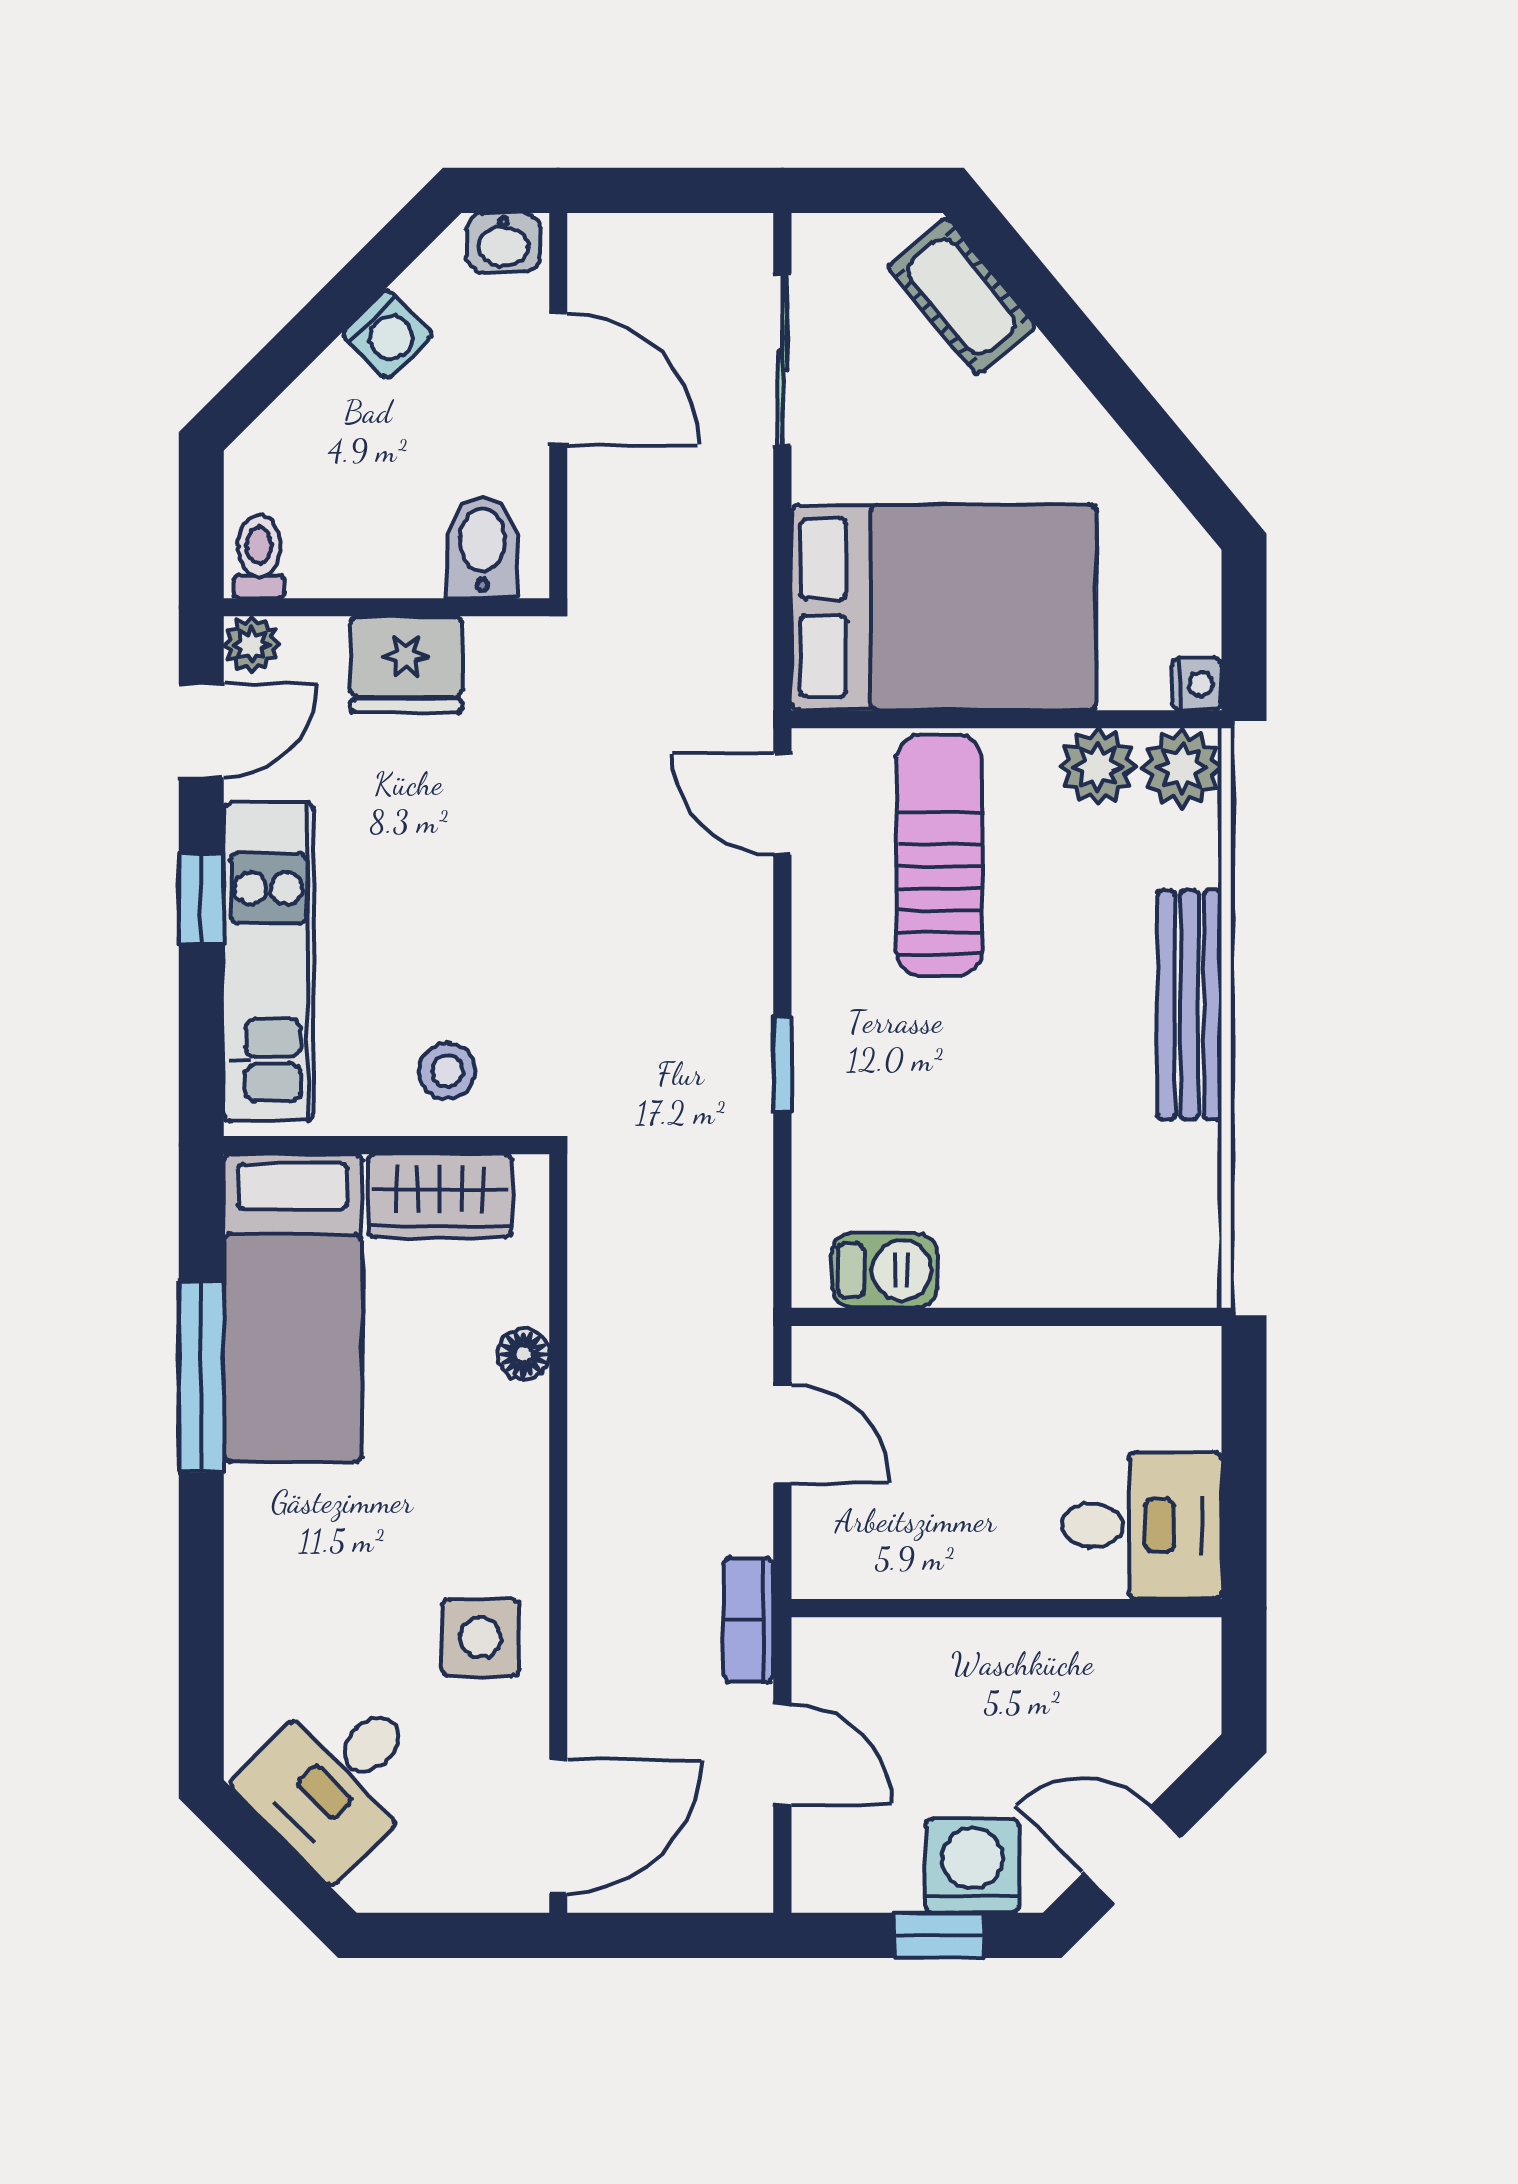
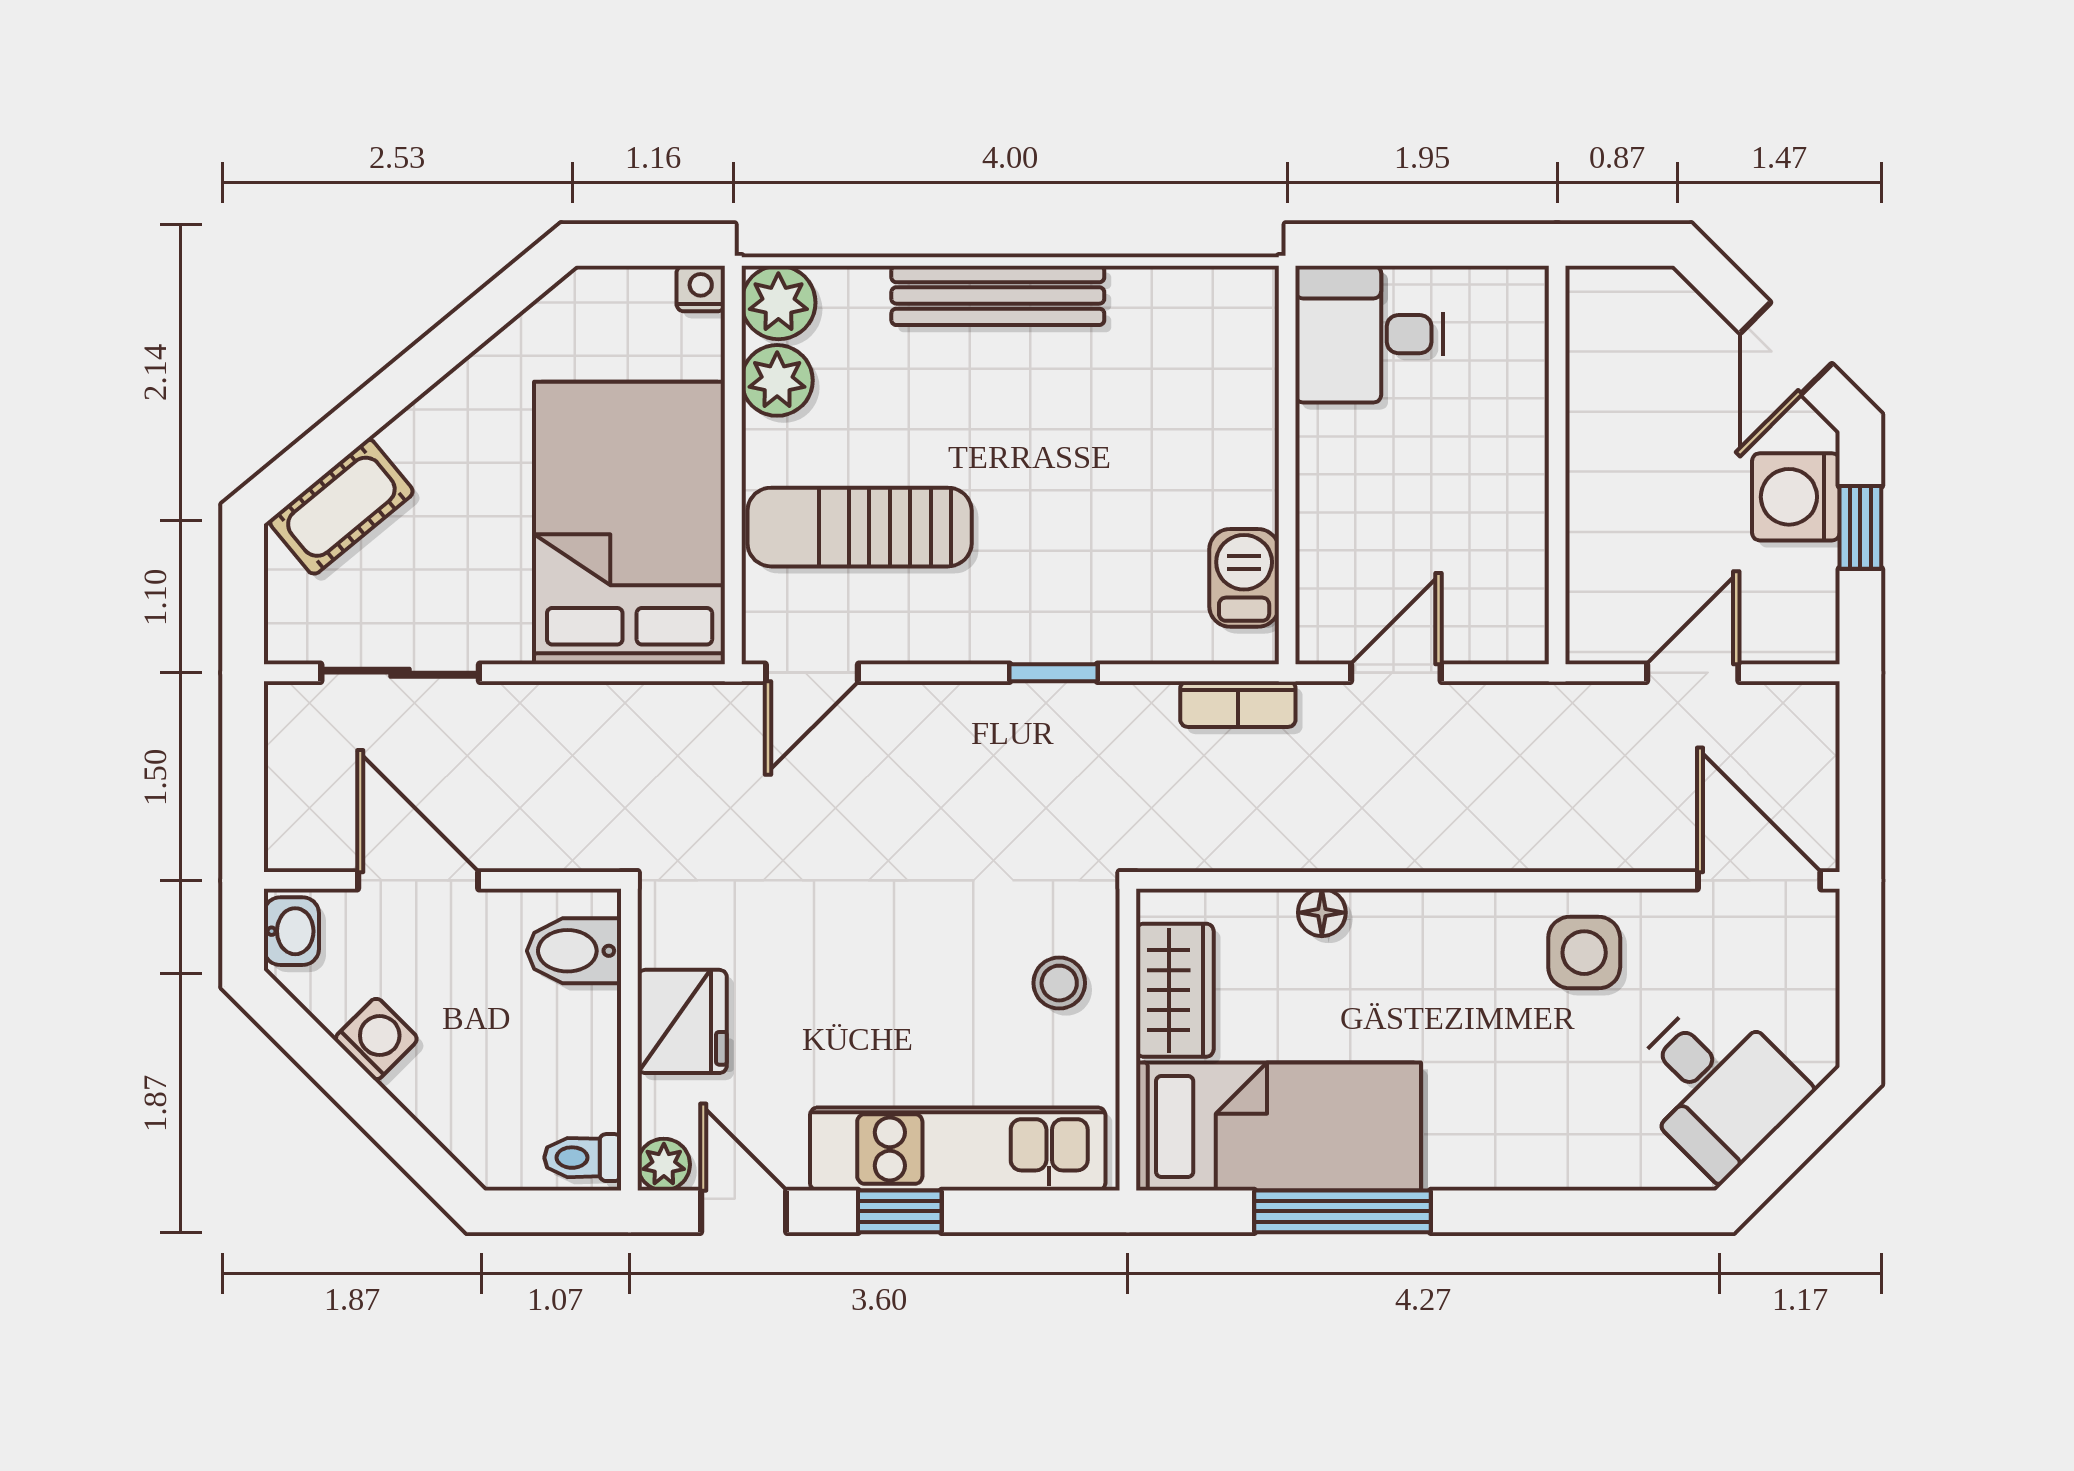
door: (558, 379) -> (418, 880), hinge flipped
desk: (1142, 1525) -> (1369, 334), moved, turned -90
bookcase: (749, 1620) -> (1238, 704), moved

